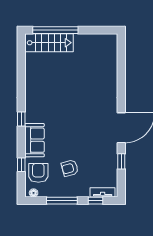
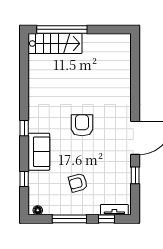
armchair: (38, 173) -> (82, 125), moved

